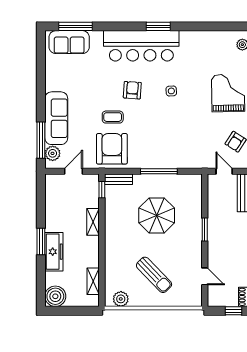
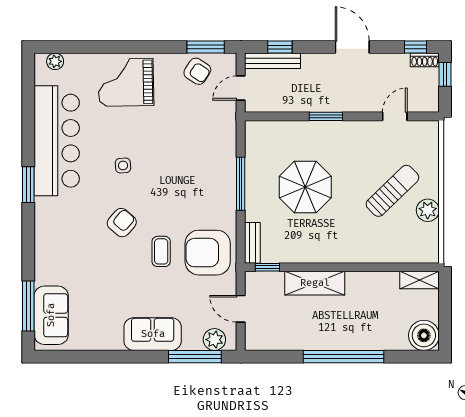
bar counter: (141, 46) -> (57, 141), moved
armchair: (132, 90) -> (122, 223), turned 127
sofa: (56, 118) -> (153, 334), width x0.73
shelving: (93, 222) -> (315, 283), width x1.50, depth x1.33
window: (41, 241) -> (344, 357), width x2.11
freezer: (54, 252) -> (358, 337), removed
shelving: (93, 281) -> (420, 280), moved
plant: (121, 299) -> (428, 210), moved

